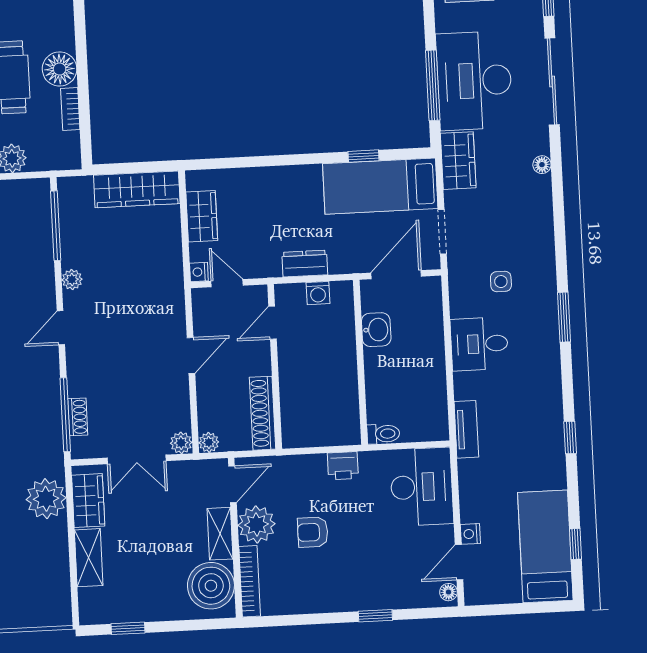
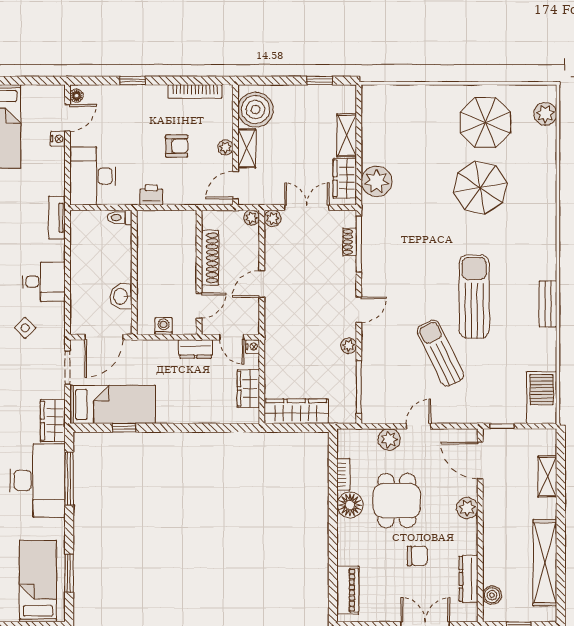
dresser: (305, 264) -> (196, 349), moved
side table: (501, 282) -> (25, 328), turned 45
shoe rack: (263, 413) -> (210, 258), moved
plant: (257, 524) -> (225, 147), width x0.53, depth x0.53
bookcase: (250, 581) -> (195, 91), moved, turned -90

